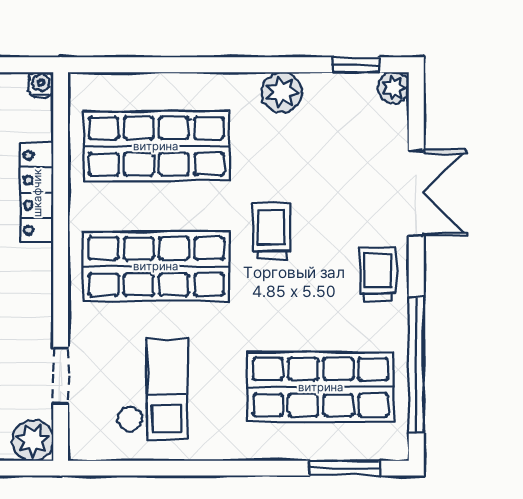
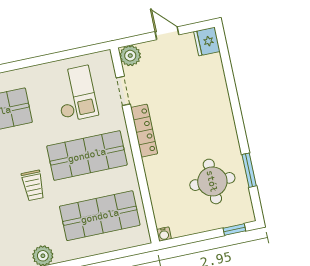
locker: (37, 193) -> (144, 131), moved
checkout: (153, 389) -> (76, 94), turned 180

